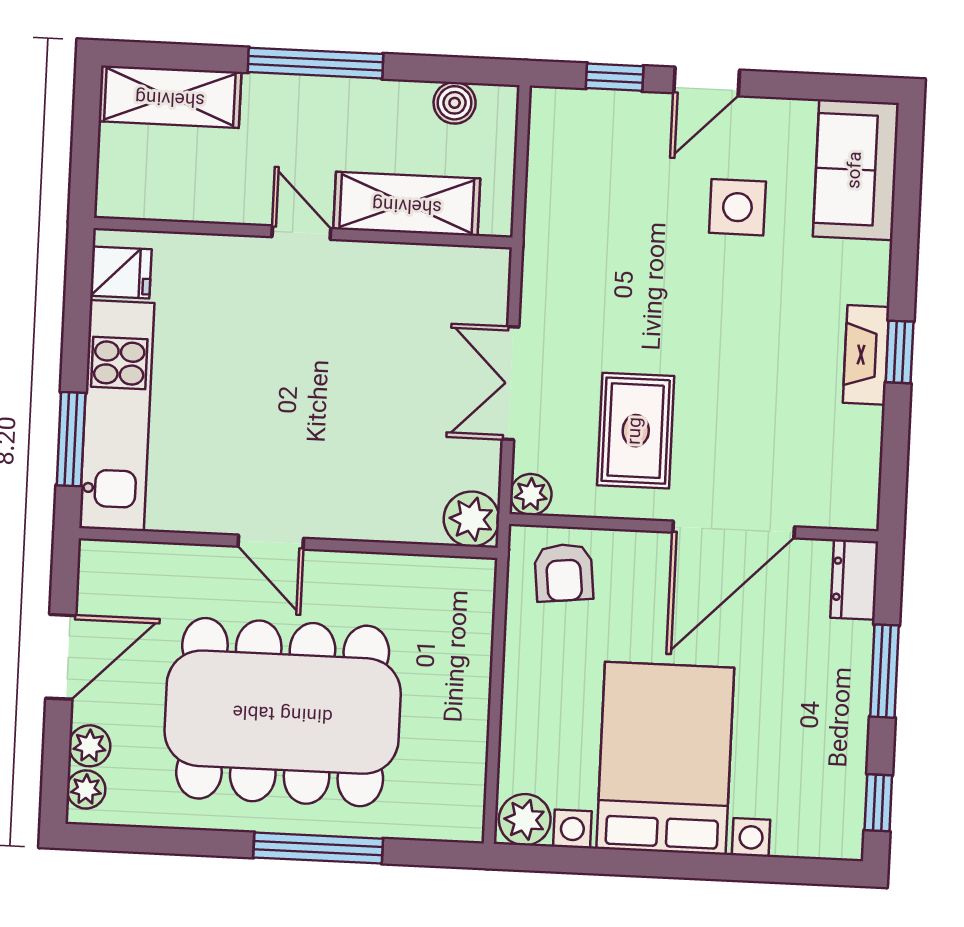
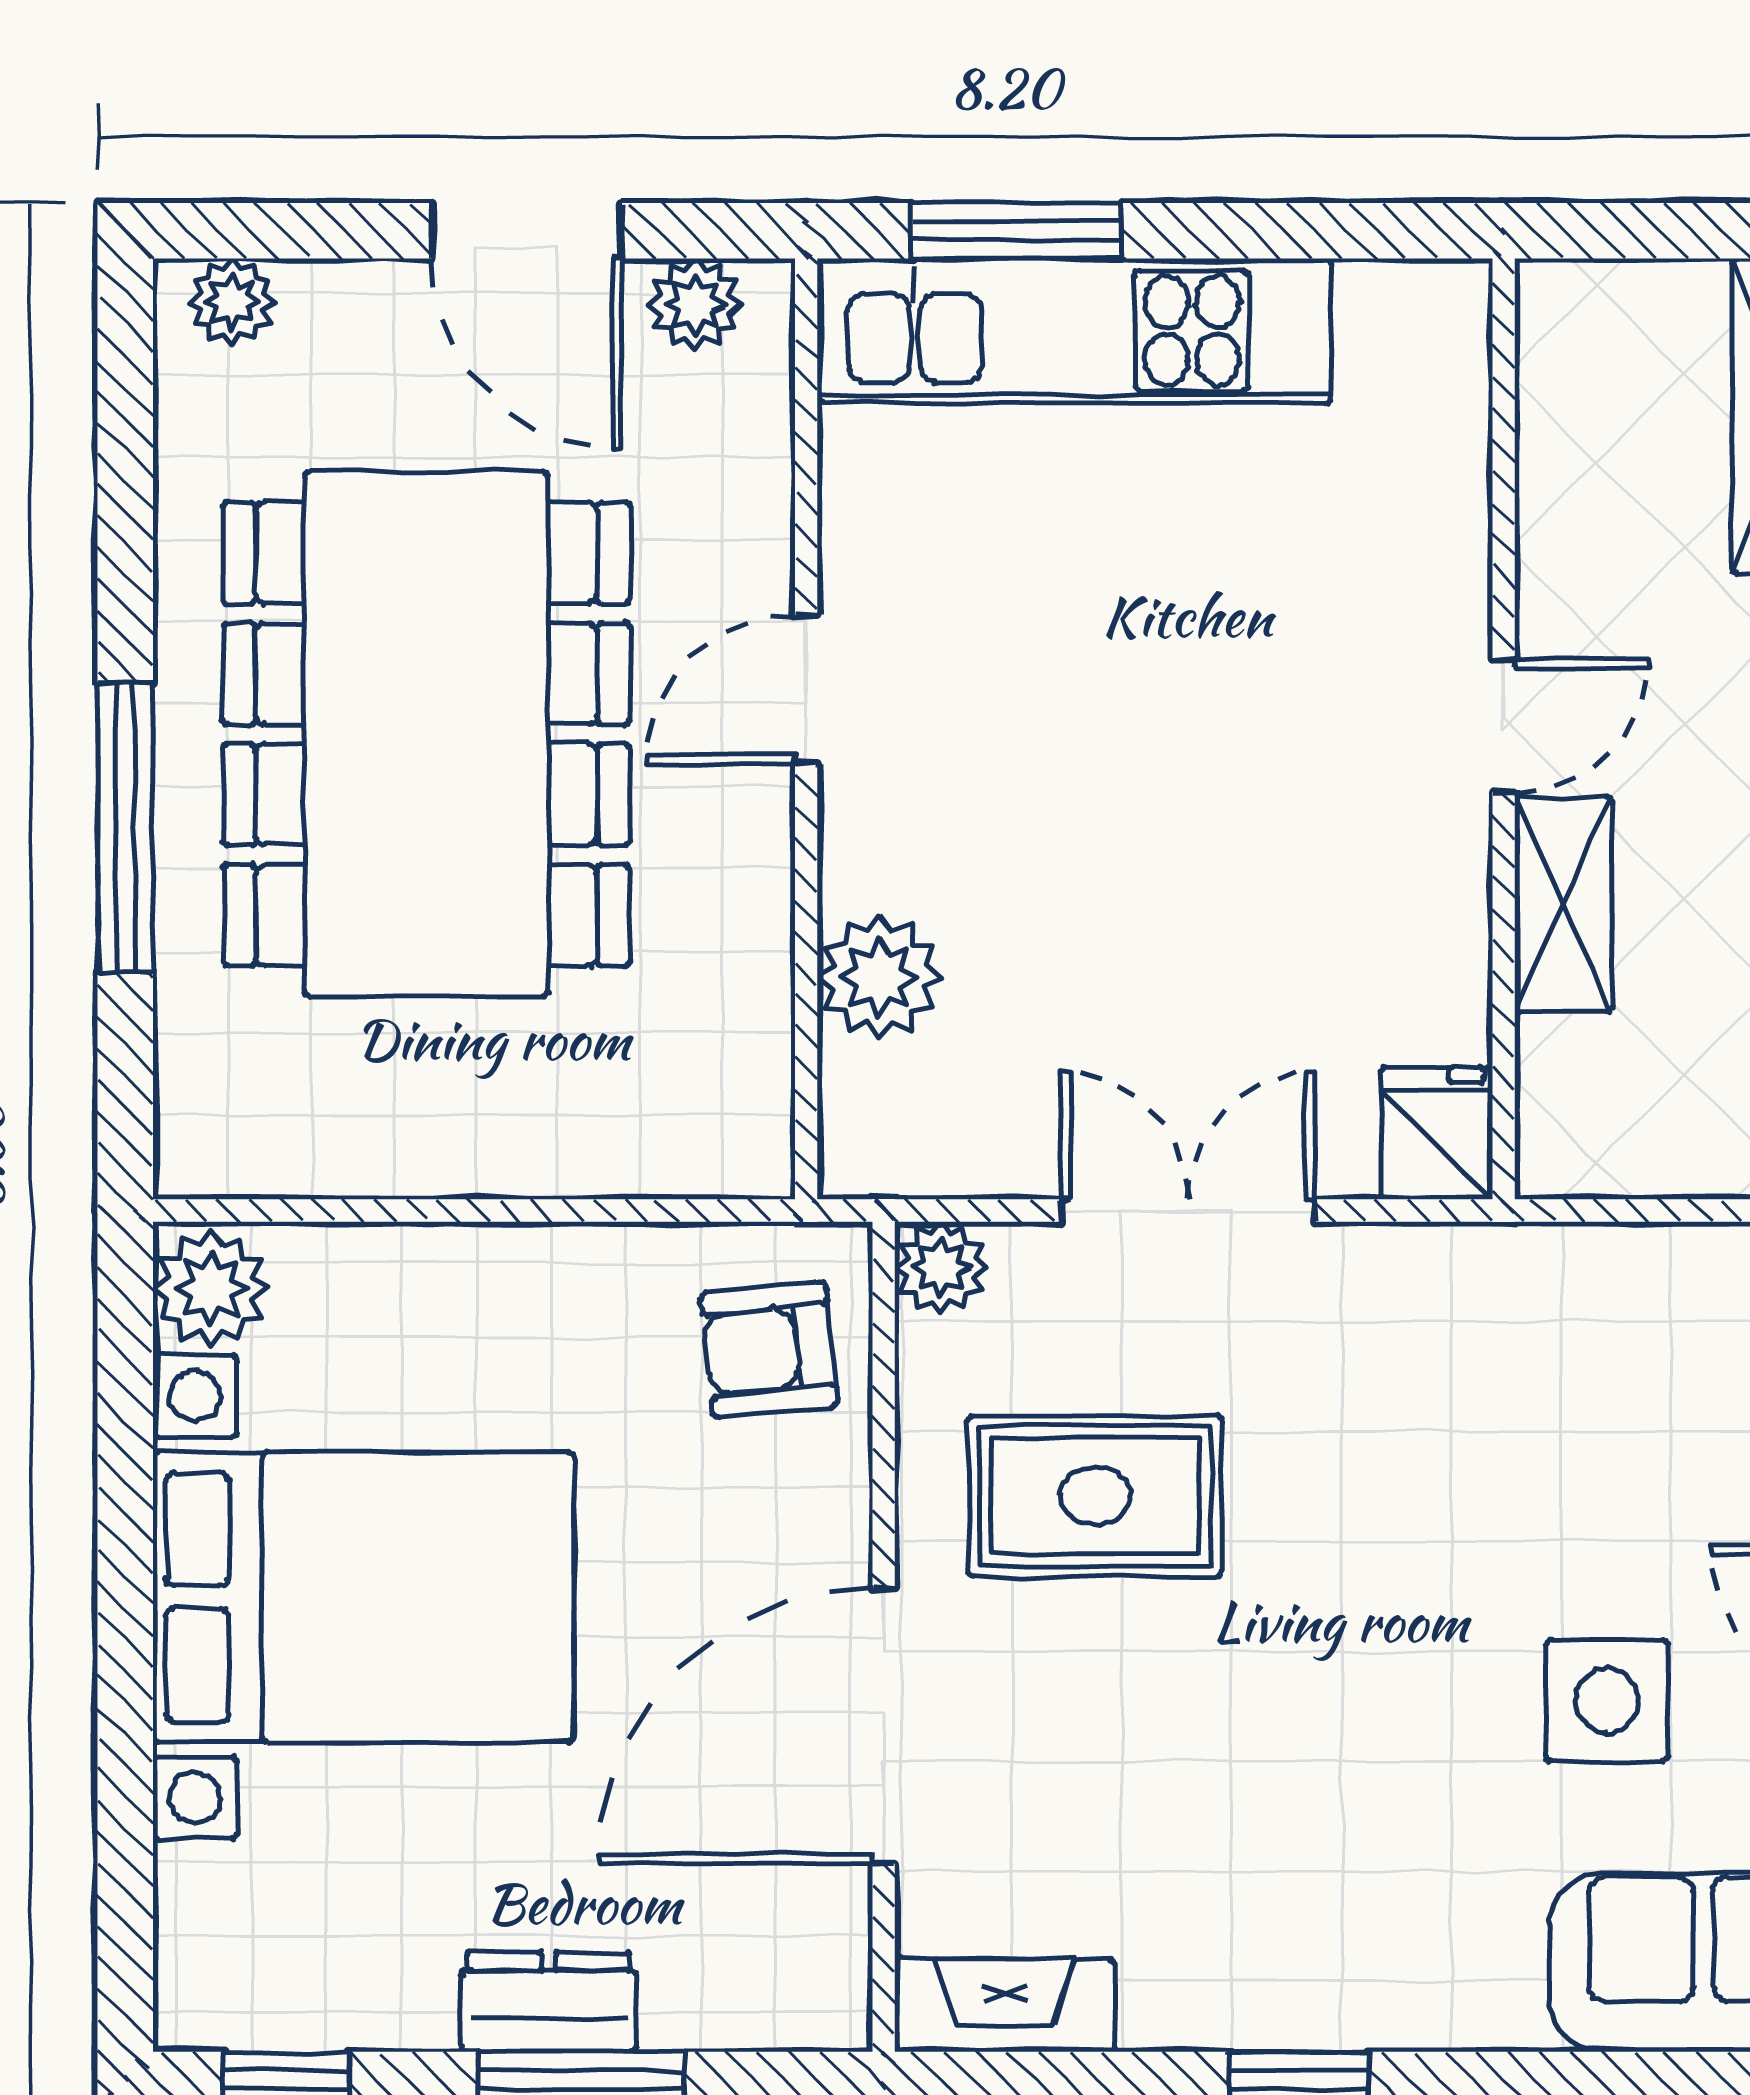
shelving: (407, 204) -> (1563, 905), width x0.67, depth x0.75
fridge: (121, 273) -> (1437, 1133), moved, turned 180
fireplace: (866, 355) -> (1005, 2005), moved
plant: (472, 519) -> (879, 977), moved
door: (734, 529) -> (884, 1726), hinge flipped
dresser: (854, 580) -> (549, 2002), moved
plant: (90, 746) -> (695, 305), moved

